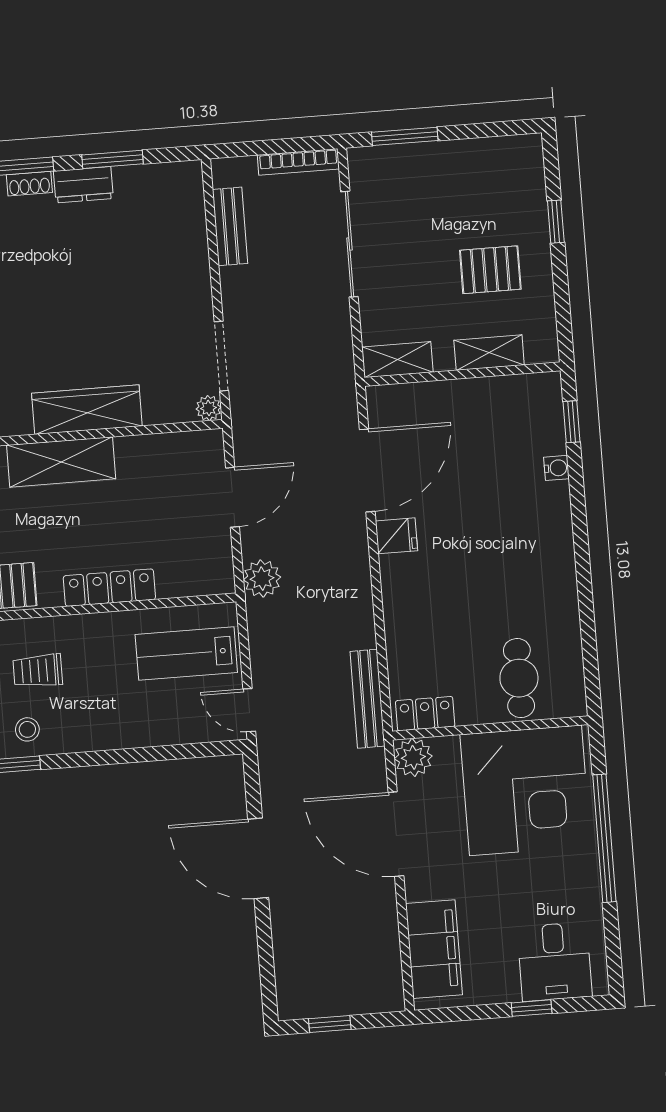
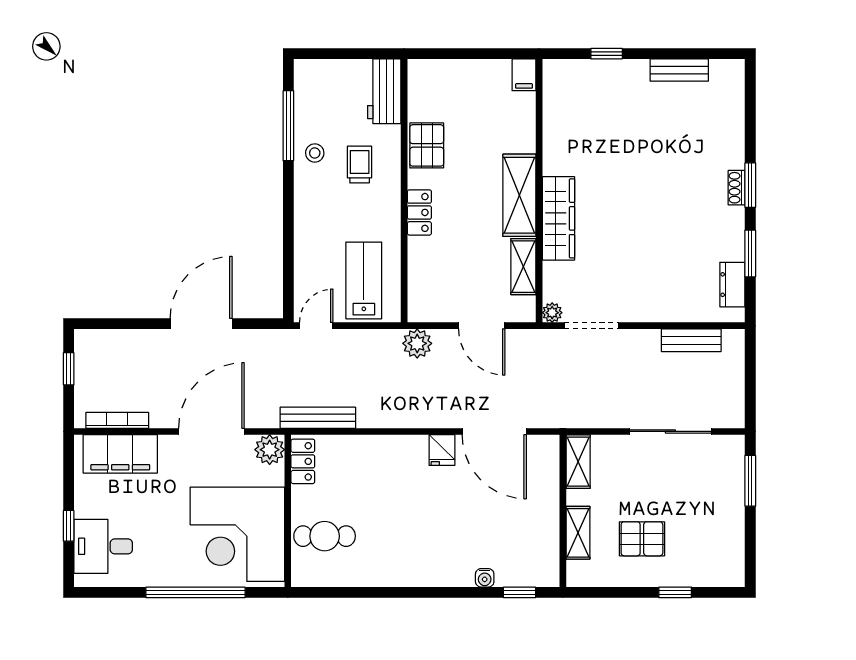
bookcase: (298, 162) -> (117, 420), moved, turned 90
dresser: (83, 185) -> (732, 285), moved
pallet: (490, 270) -> (642, 539), turned 90
shelving: (152, 450) -> (523, 267), added
locker: (109, 588) -> (419, 212), width x0.66

